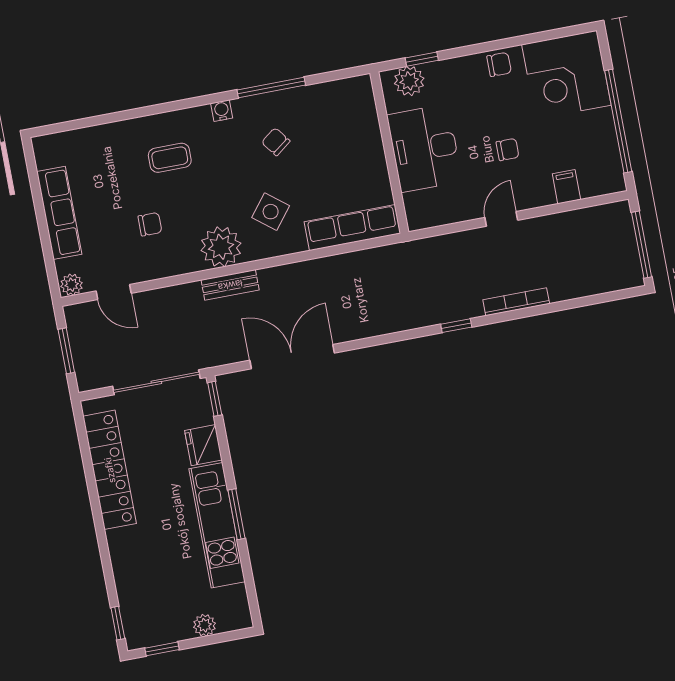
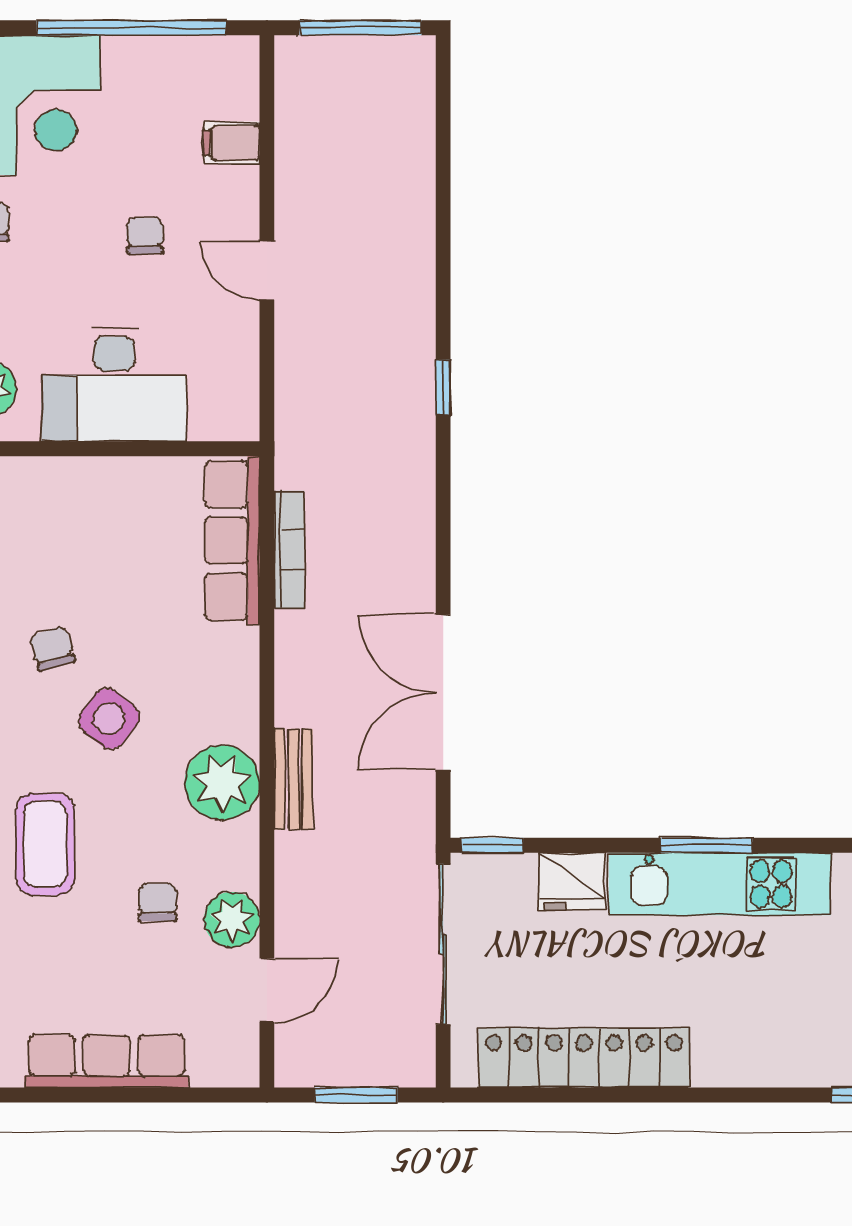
chair: (276, 142) -> (52, 649), turned 111
coffee table: (170, 158) -> (45, 844), width x1.36, depth x1.30
side table: (271, 212) -> (109, 719), moved
plant: (72, 285) -> (232, 920), moved, width x1.38, depth x1.38
bookcase: (516, 302) -> (289, 550), moved, turned 180

